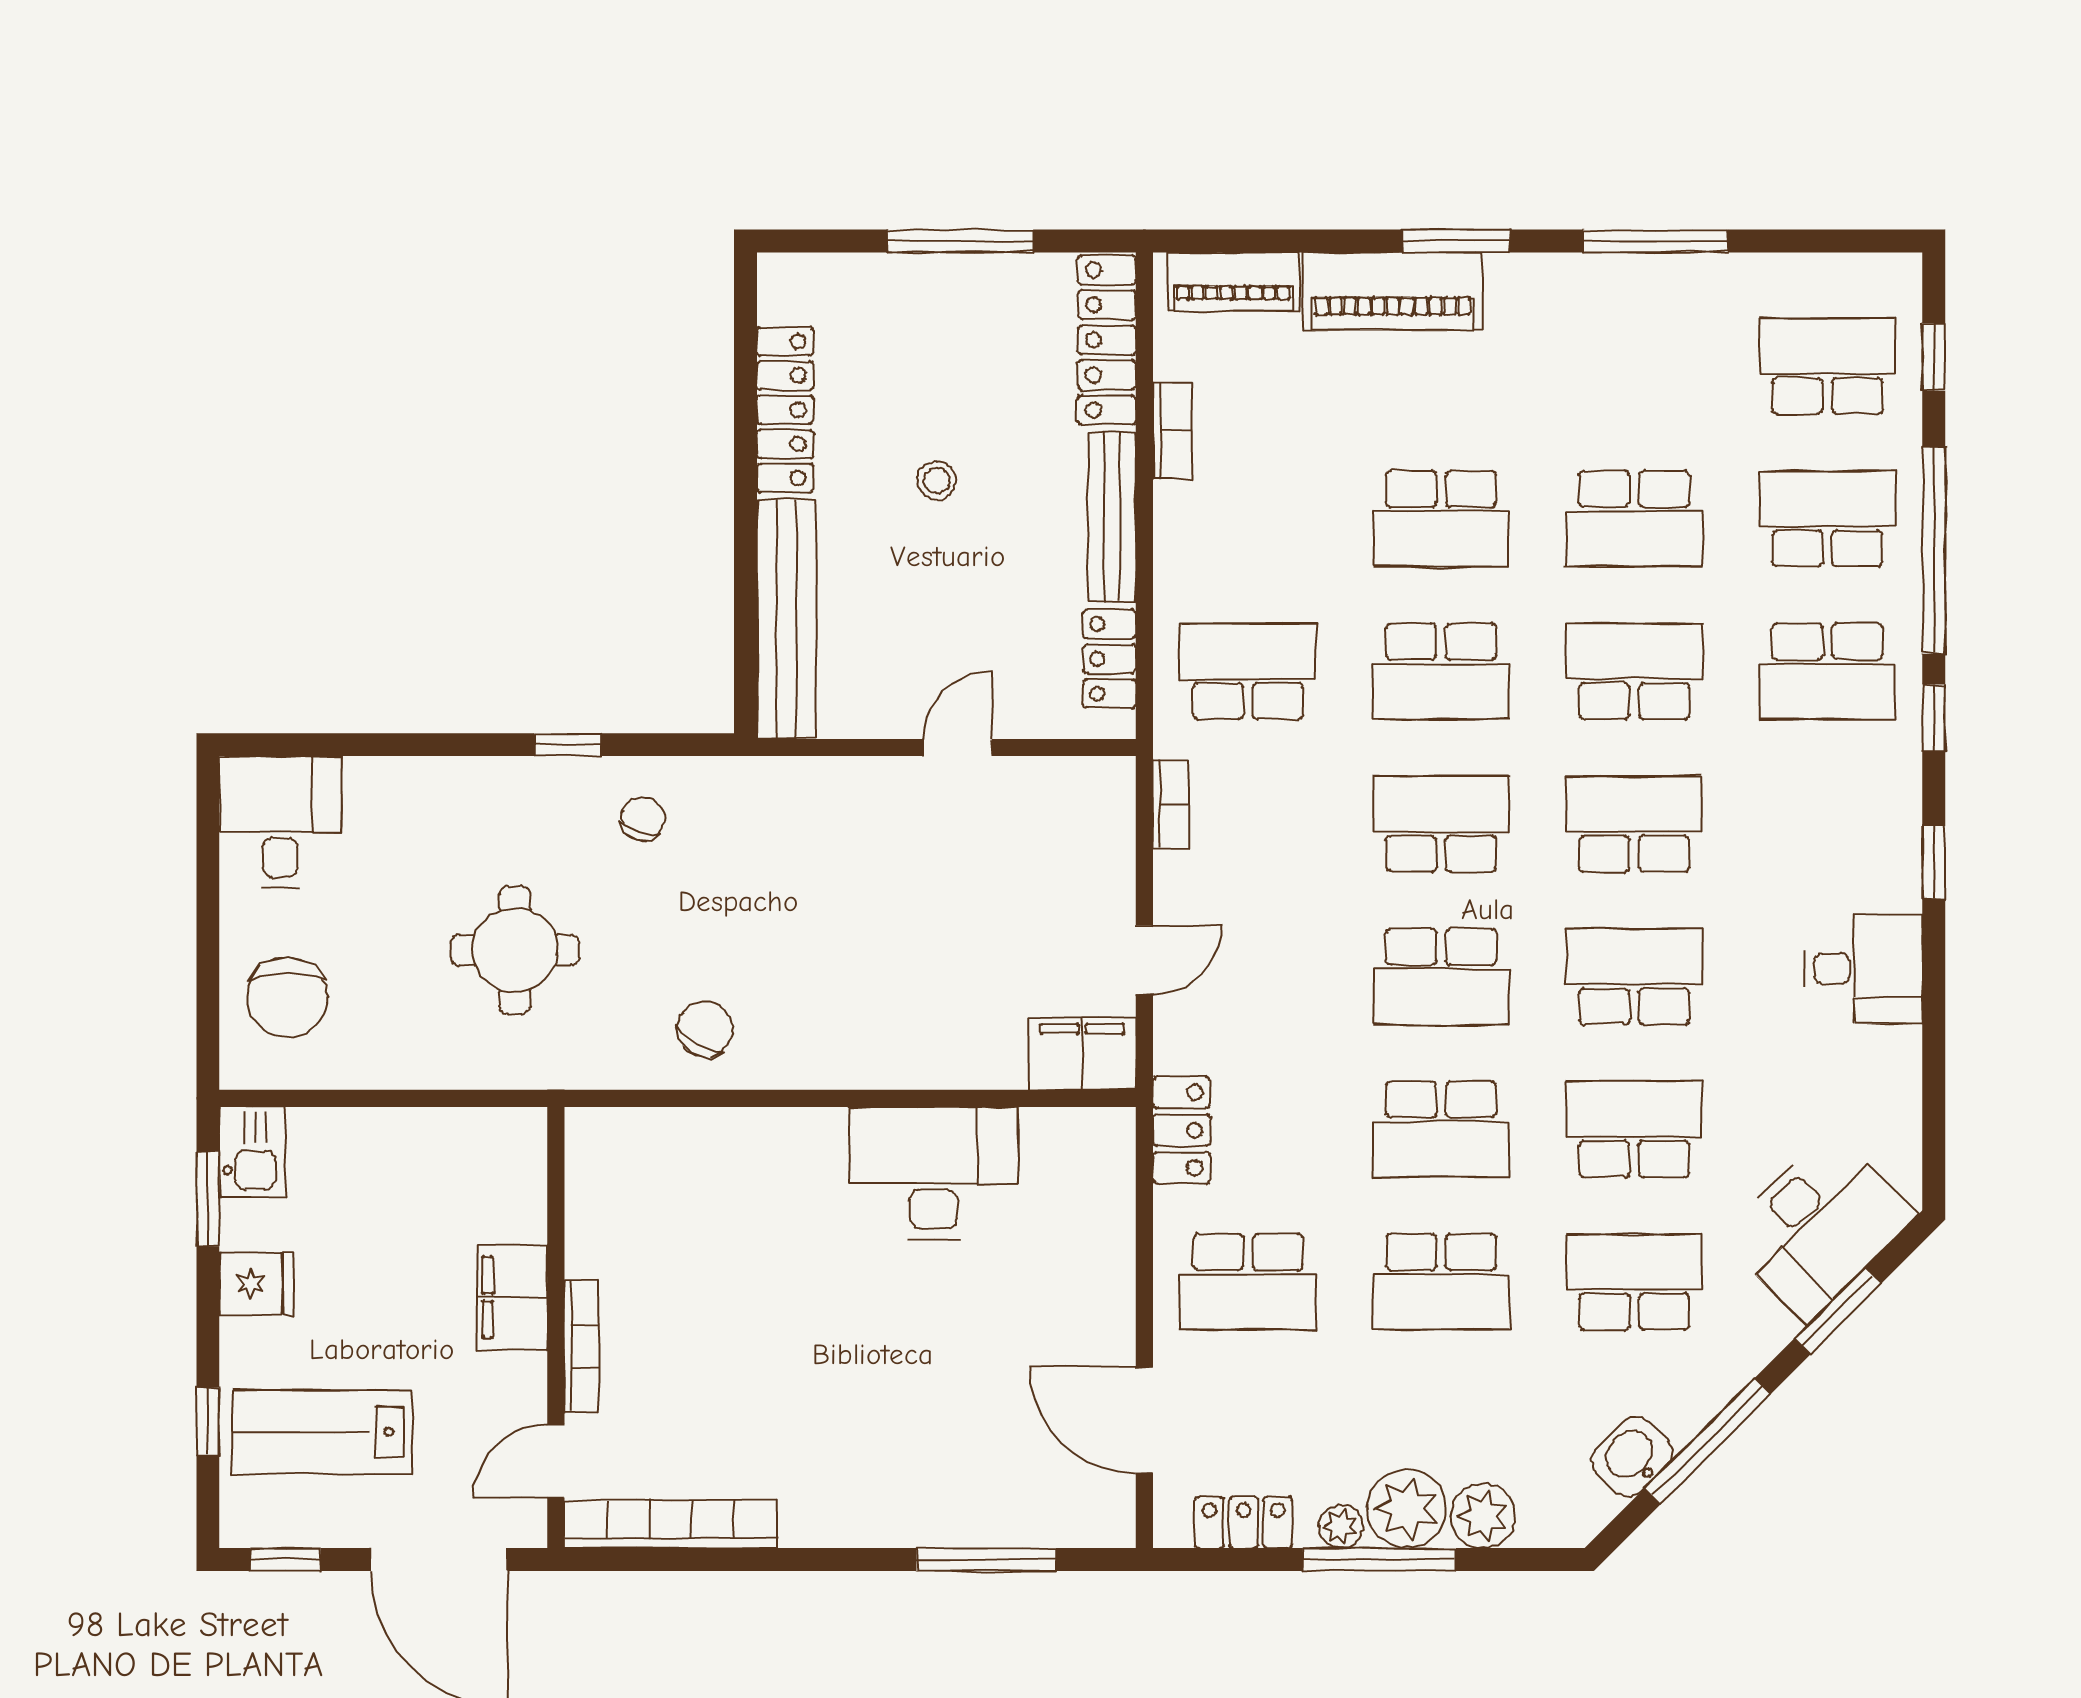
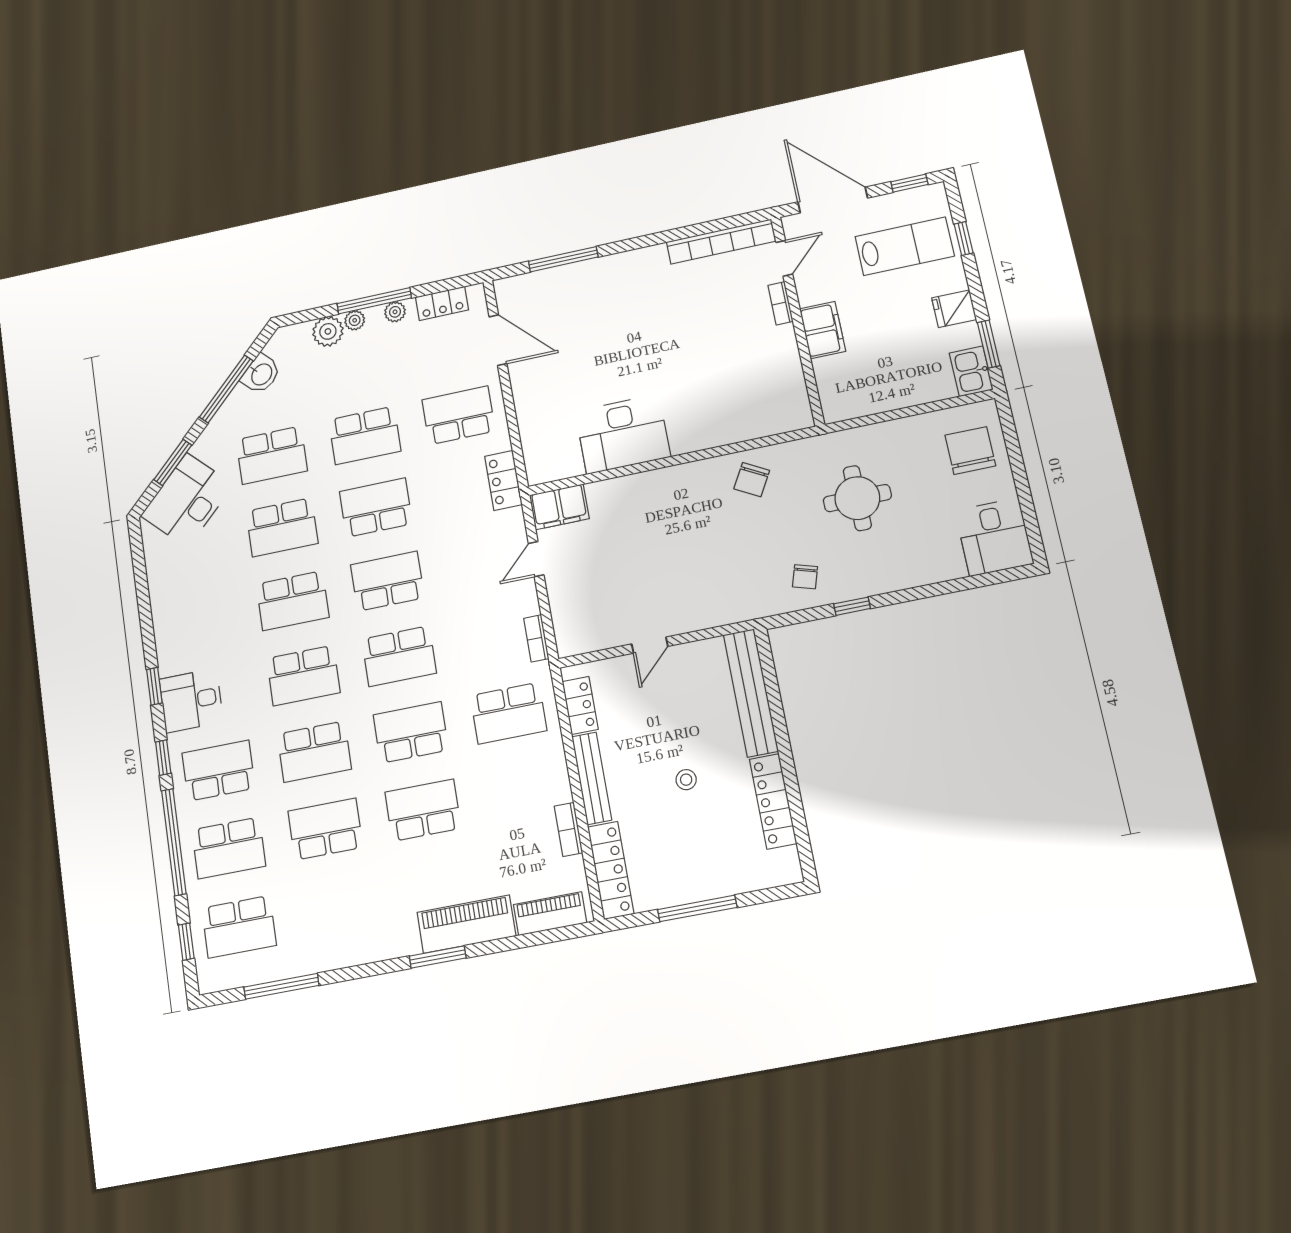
window: (1655, 241) -> (281, 986), moved
desk: (1863, 969) -> (191, 701), moved
school desk: (1441, 1282) -> (365, 435), turned 180
bookcase: (581, 1346) -> (780, 303), width x0.64
plant: (1407, 1509) -> (355, 320), width x0.53, depth x0.53

